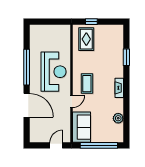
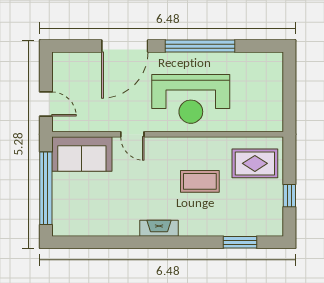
window: (91, 22) -> (289, 196), moved
window: (126, 57) -> (240, 242), moved
coffee table: (87, 84) -> (200, 181), moved
plant: (118, 118) -> (99, 226), removed

